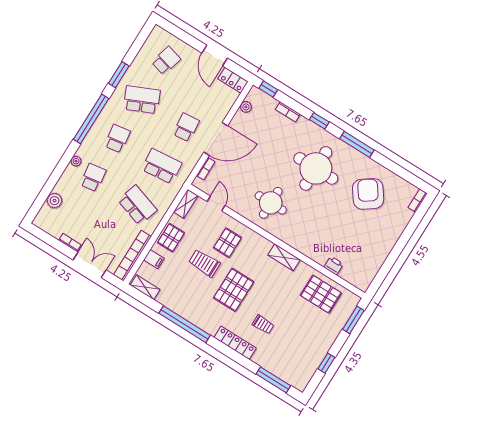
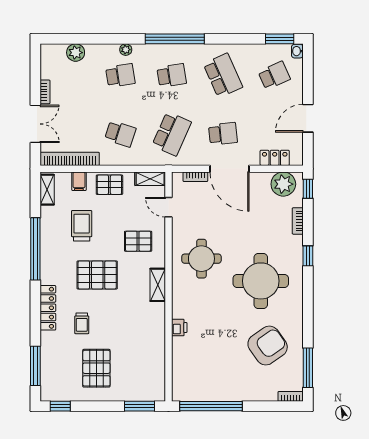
washbasin: (159, 32) -> (297, 51), added
school desk: (166, 61) -> (274, 75), turned -39
window: (119, 75) -> (280, 39), moved
locker: (233, 80) -> (275, 158), moved, turned 90
plant: (246, 107) -> (283, 184), width x1.87, depth x1.87
window: (357, 144) -> (308, 368), moved
school desk: (162, 166) -> (172, 134), turned 30
door: (216, 203) -> (168, 207), swing flipped
school desk: (137, 205) -> (120, 134), width x0.54
shelving: (284, 257) -> (158, 285), moved
trolley: (204, 263) -> (82, 226), moved
printer: (334, 266) -> (179, 328), moved
window: (387, 266) -> (211, 406), added
pallet: (321, 294) -> (96, 368), moved
window: (326, 363) -> (60, 406), moved

